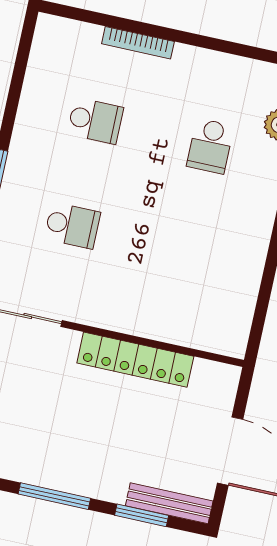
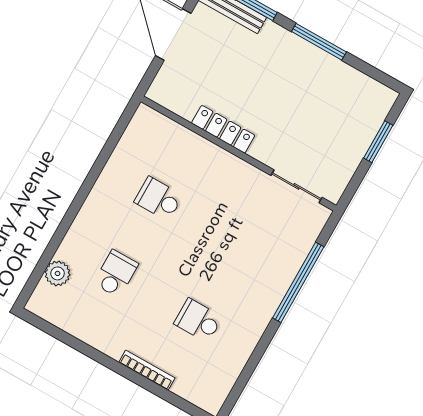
school desk: (72, 226) -> (158, 199), moved
locker: (135, 360) -> (223, 129), width x0.71, depth x0.83

